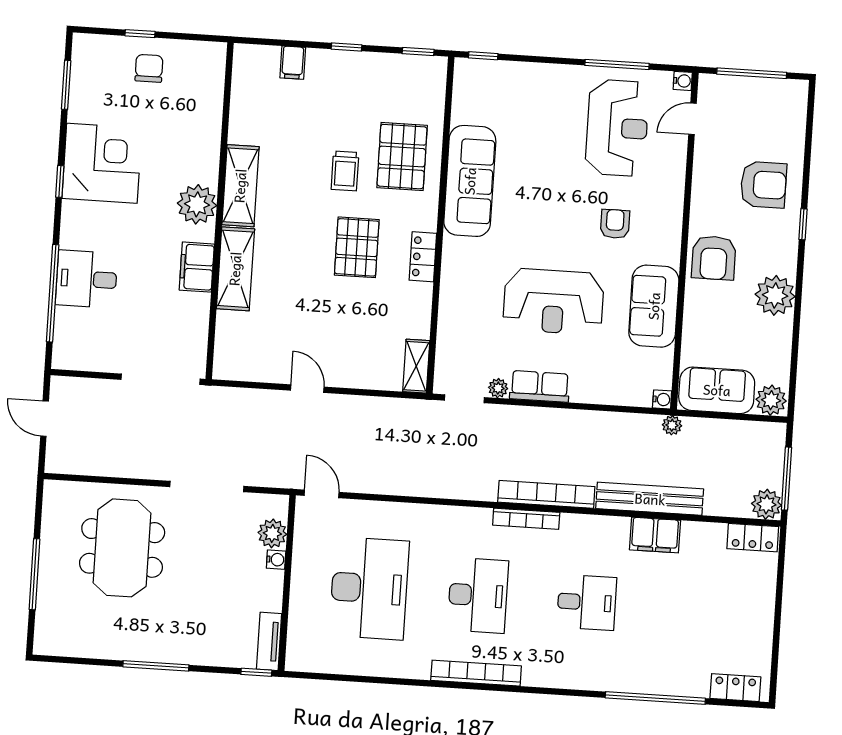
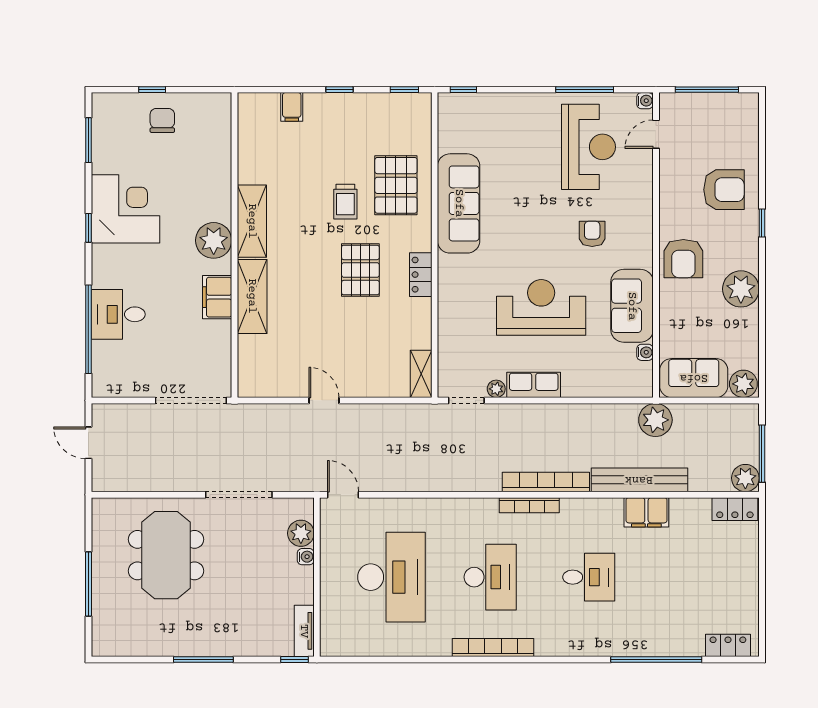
reception desk: (553, 301) -> (541, 307), turned 180
water cooler: (662, 399) -> (645, 352), moved
plant: (672, 425) -> (655, 420), width x1.88, depth x1.88

